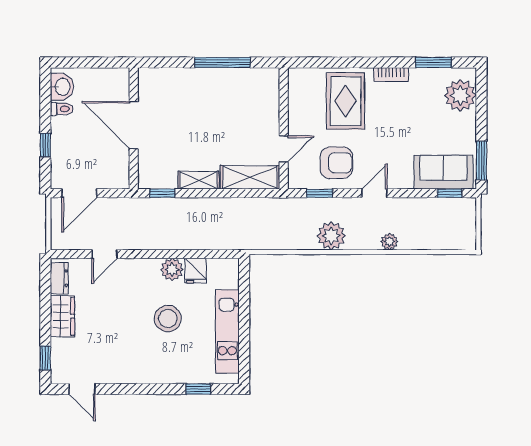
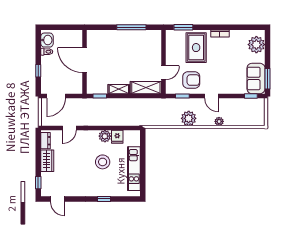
window: (433, 62) -> (183, 27), moved
sofa: (443, 172) -> (256, 78), moved, turned -90
door: (374, 193) -> (211, 96), swing flipped
window: (198, 389) -> (104, 199), moved

